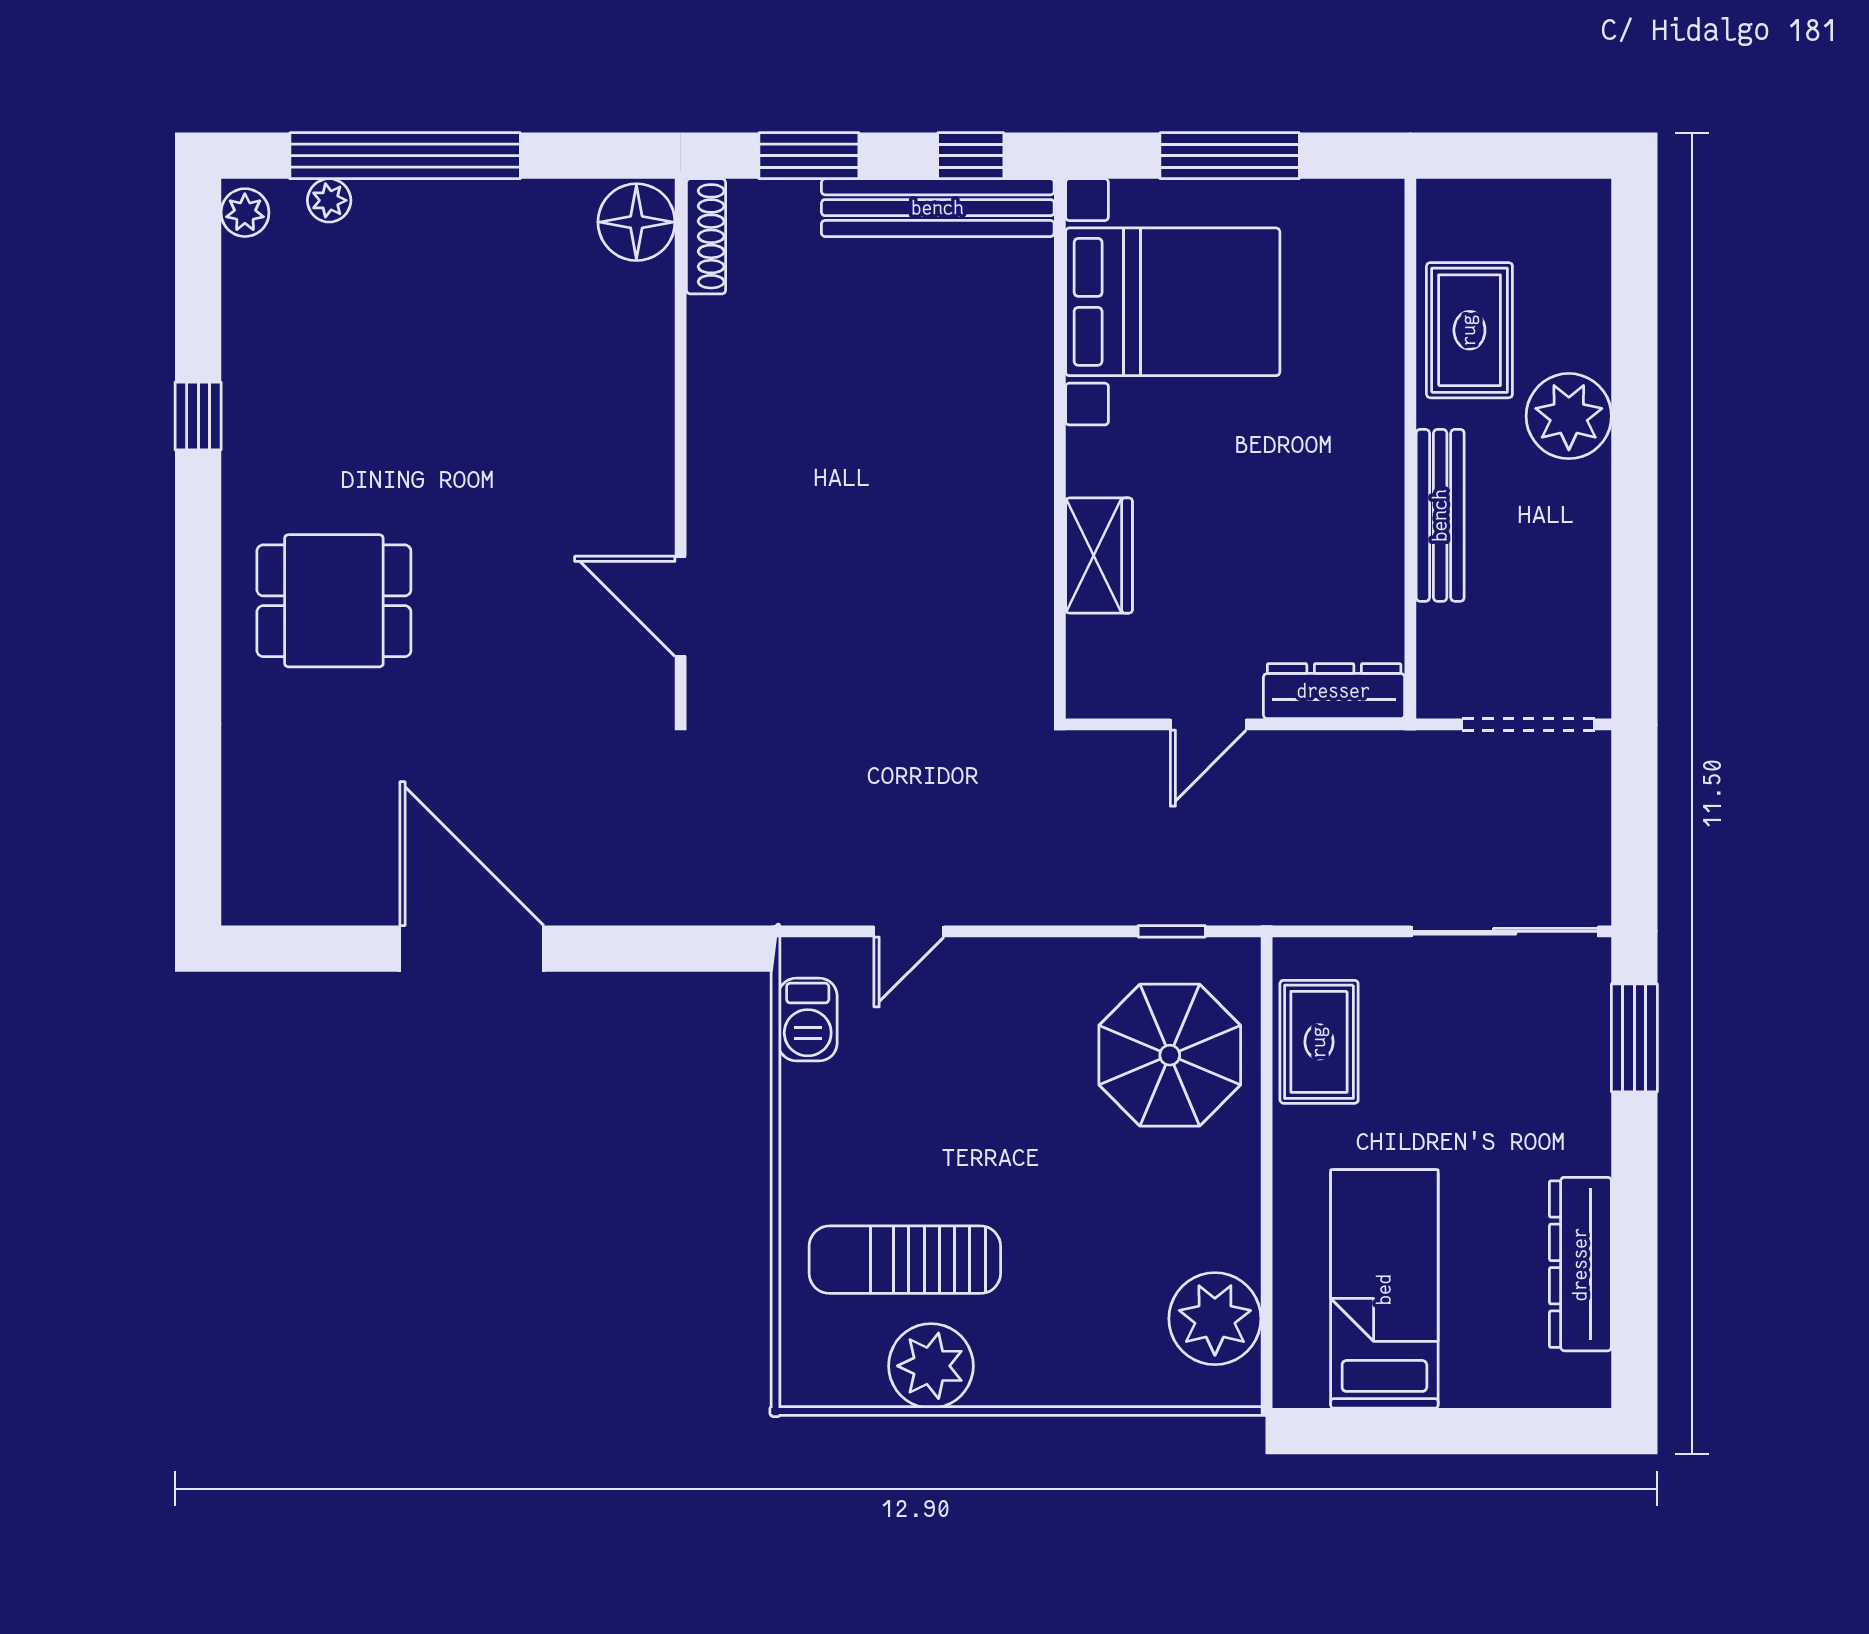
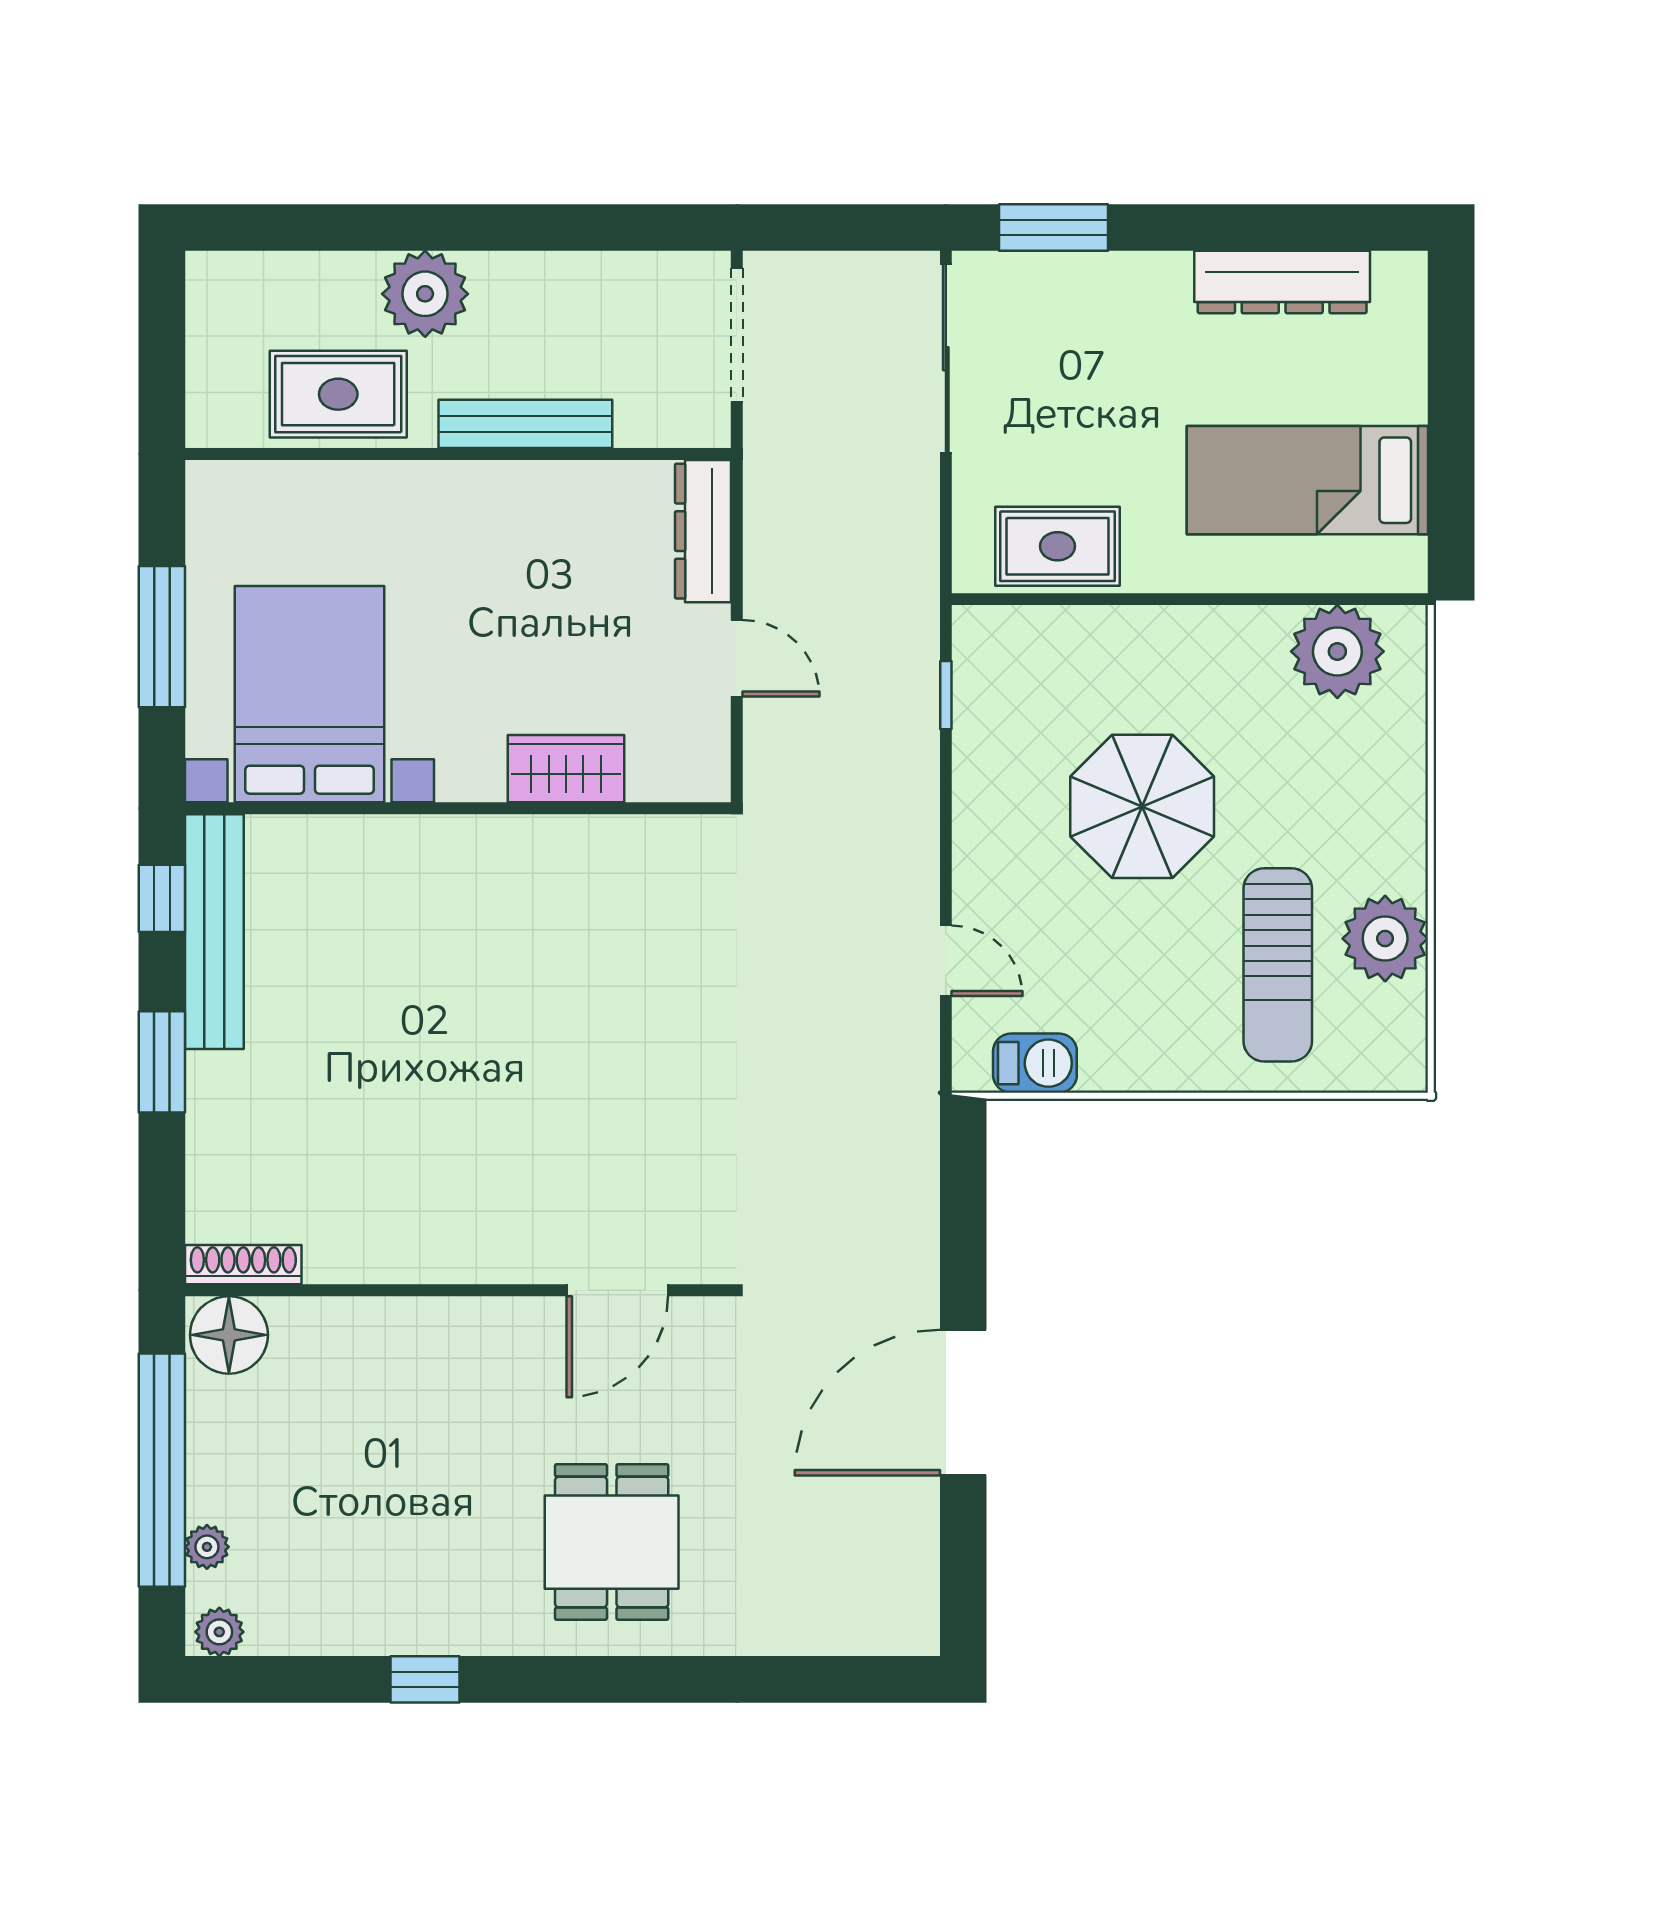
floor lamp: (636, 222) -> (229, 1335), moved
shoe rack: (706, 236) -> (243, 1265), moved
wall: (681, 449) -> (458, 1290), moved
door: (681, 606) -> (617, 1290), moved
parasol: (1170, 1055) -> (1142, 806), moved

